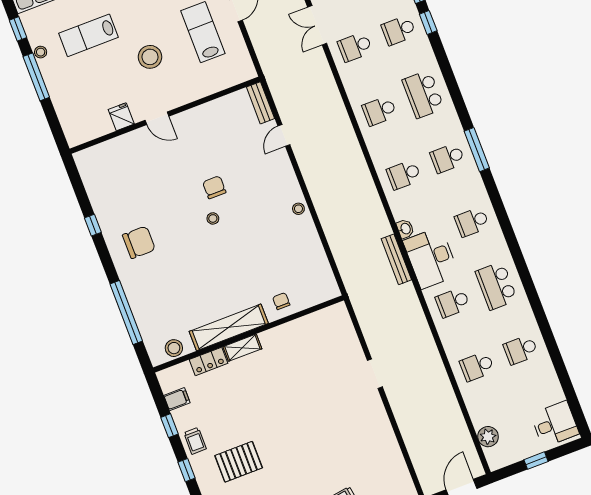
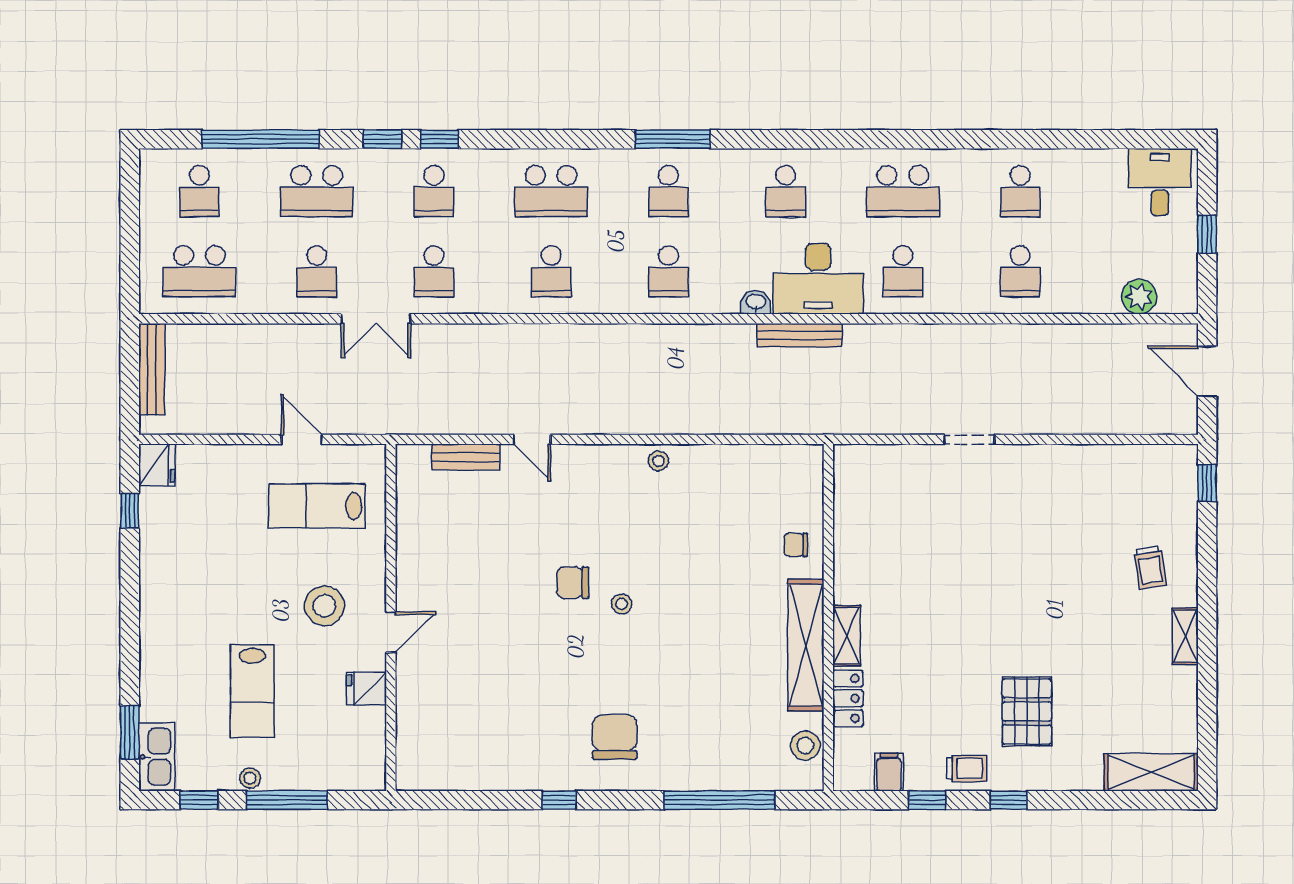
wall: (165, 115) -> (391, 618), moved
fridge: (121, 117) -> (367, 688), moved
door: (157, 118) -> (391, 632), moved

